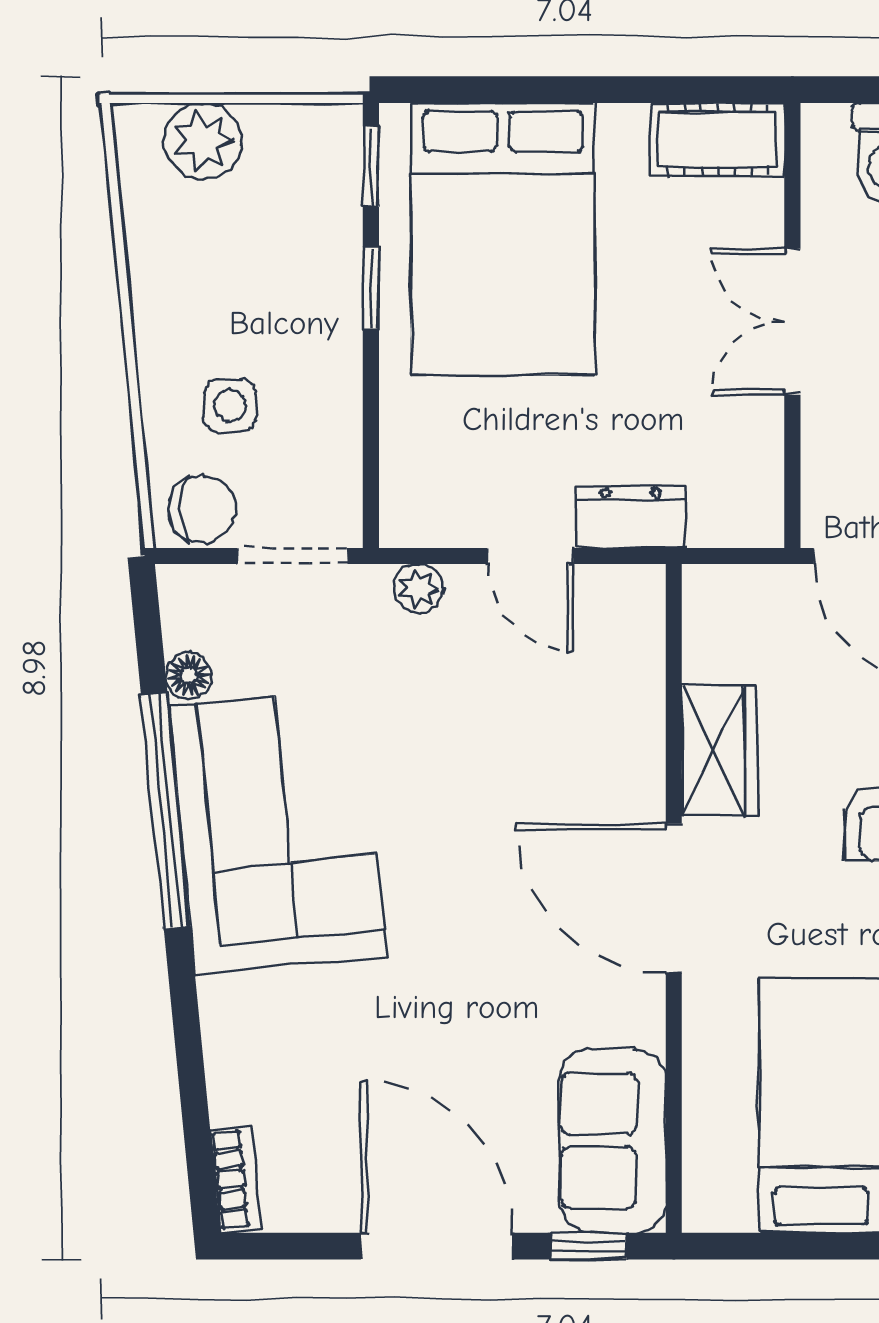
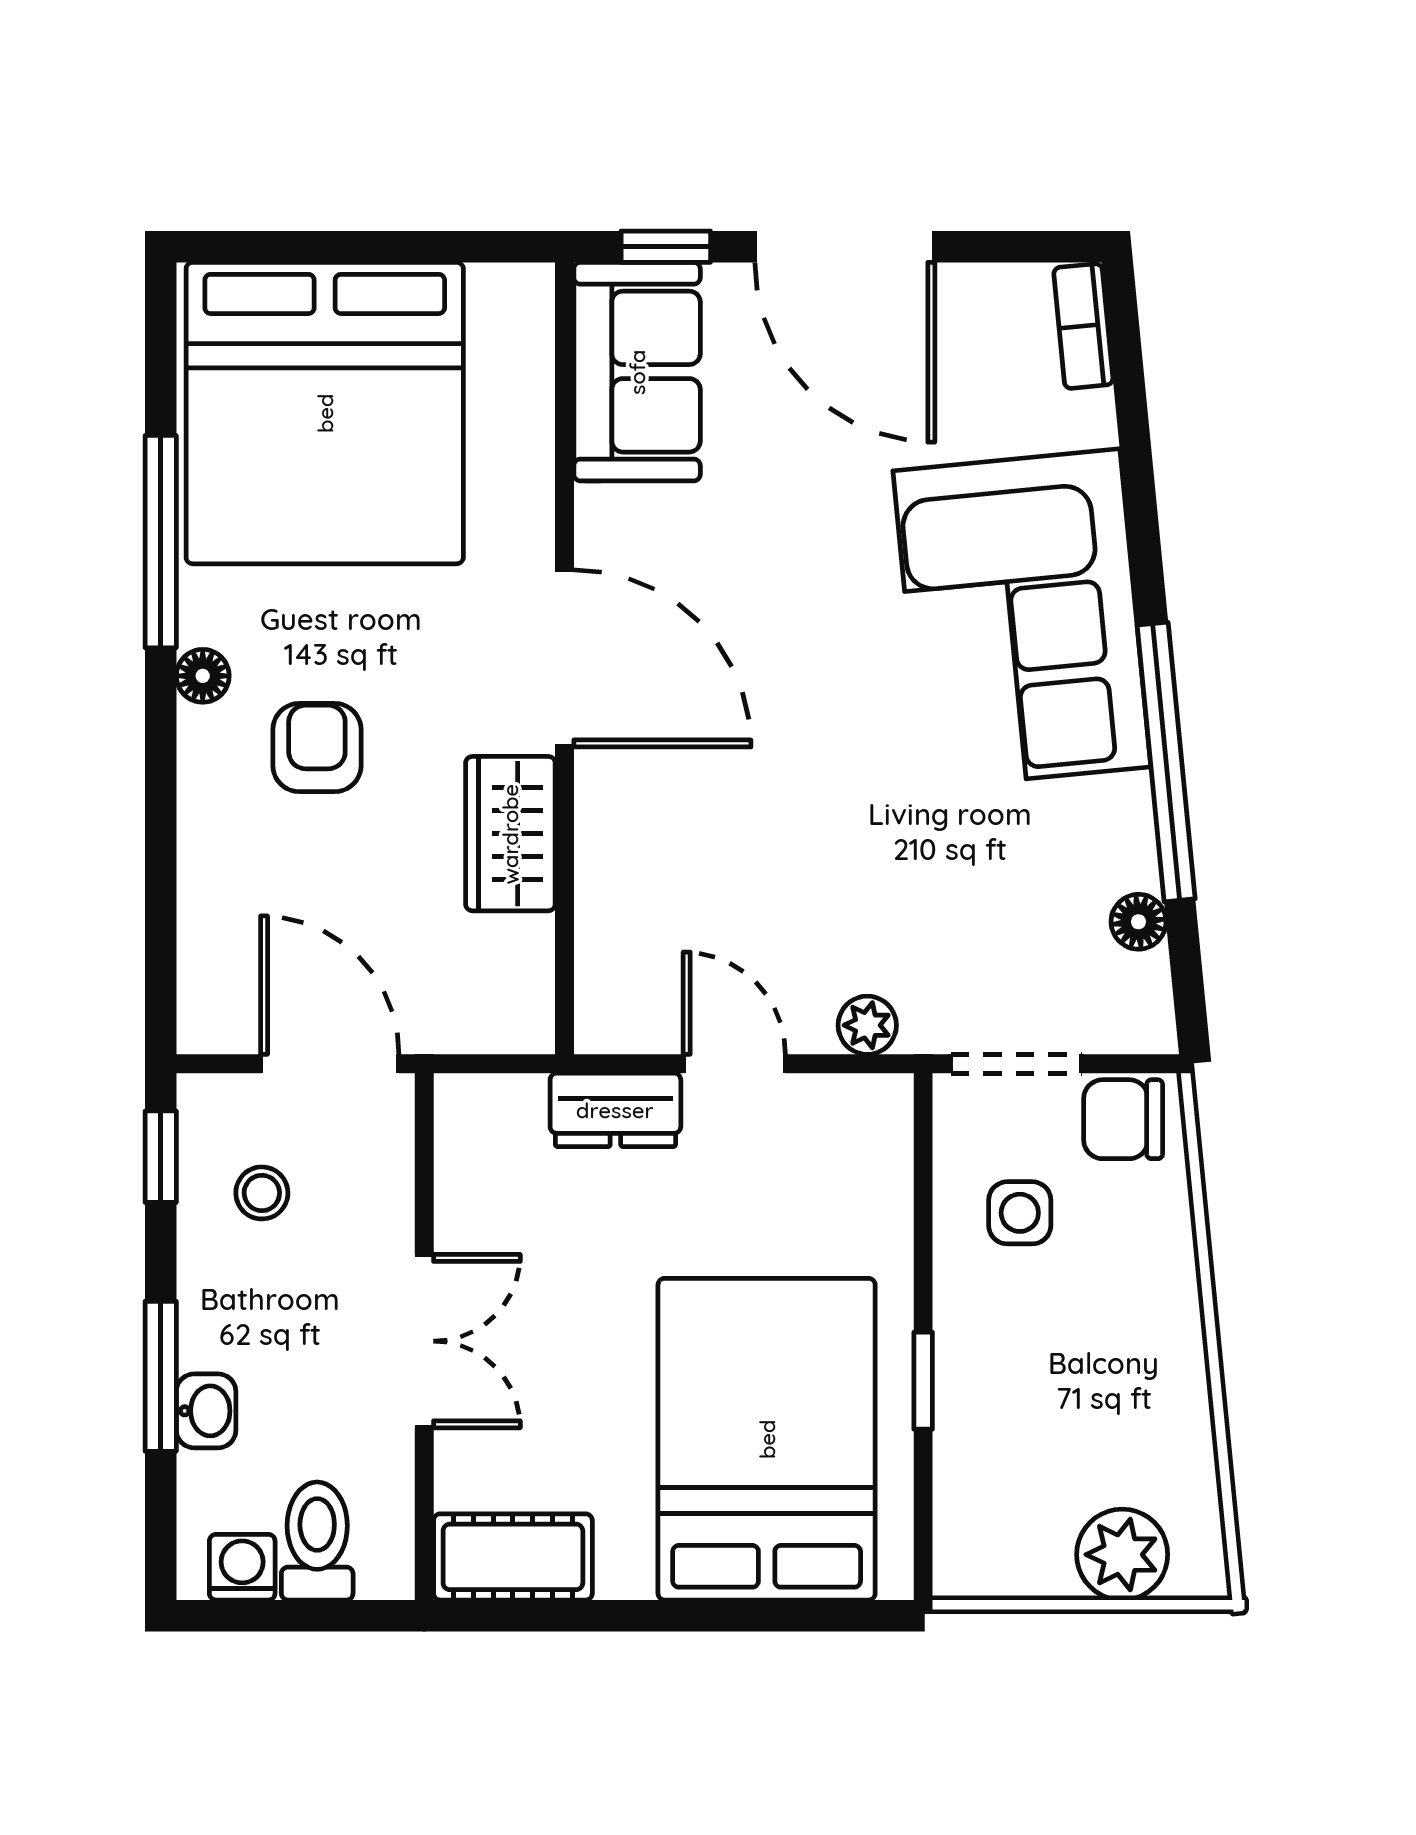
window: (371, 166) -> (923, 1525), removed
side table: (230, 406) -> (1020, 1213), moved
corner sofa: (278, 831) -> (1022, 619), moved

